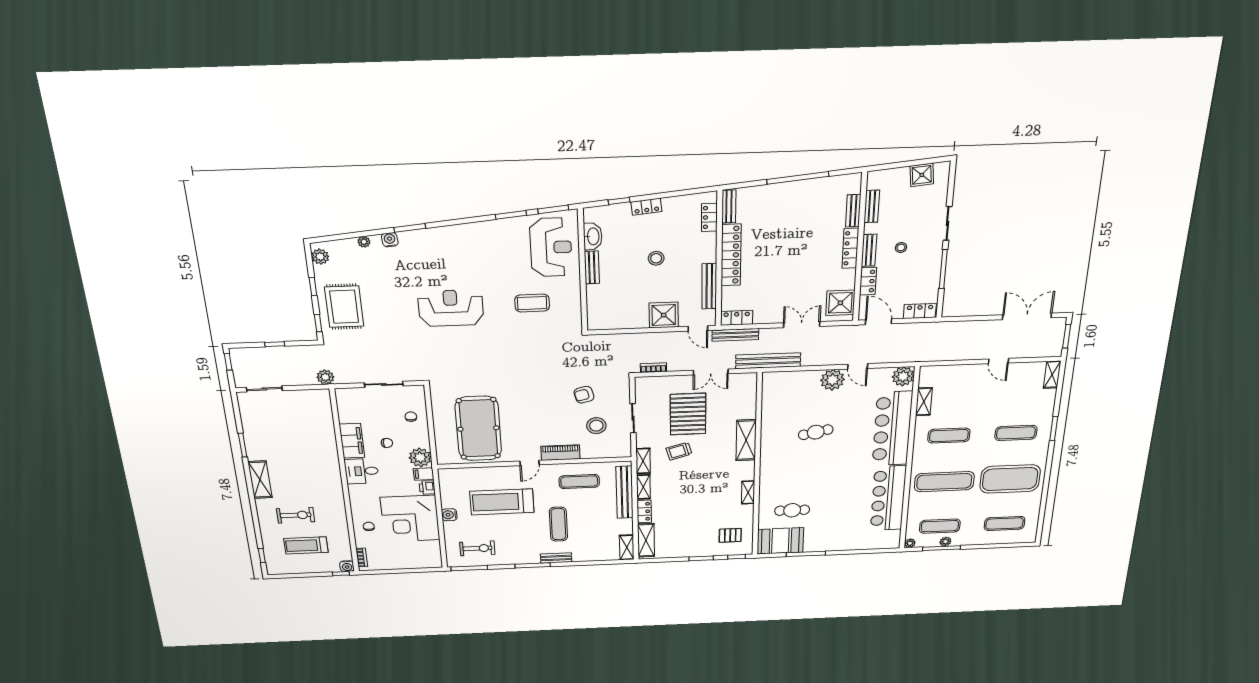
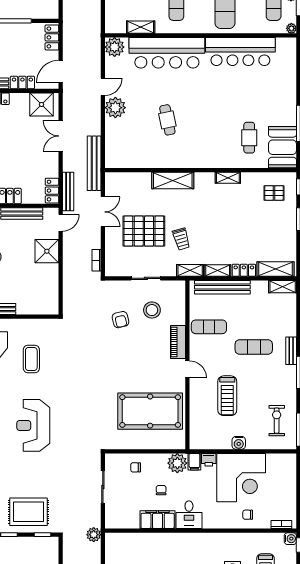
exercise mat: (579, 482) -> (209, 327), turned 90
treadmill: (502, 502) -> (227, 396), width x0.73, depth x0.73
pallet: (730, 535) -> (274, 193), turned 90

